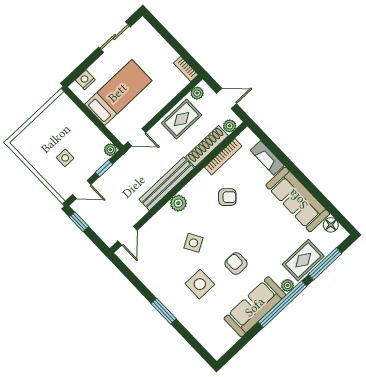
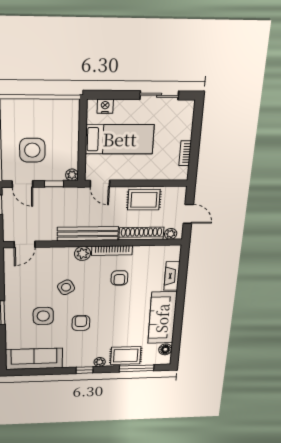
bookcase: (186, 69) -> (185, 153), moved
plant: (197, 93) -> (173, 192), removed
bookcase: (223, 157) -> (112, 251), moved
side table: (65, 158) -> (32, 150), width x1.87, depth x1.87
armchair: (227, 197) -> (119, 278), turned 47
window: (282, 304) -> (85, 370), width x0.32
sofa: (255, 307) -> (34, 359), moved

